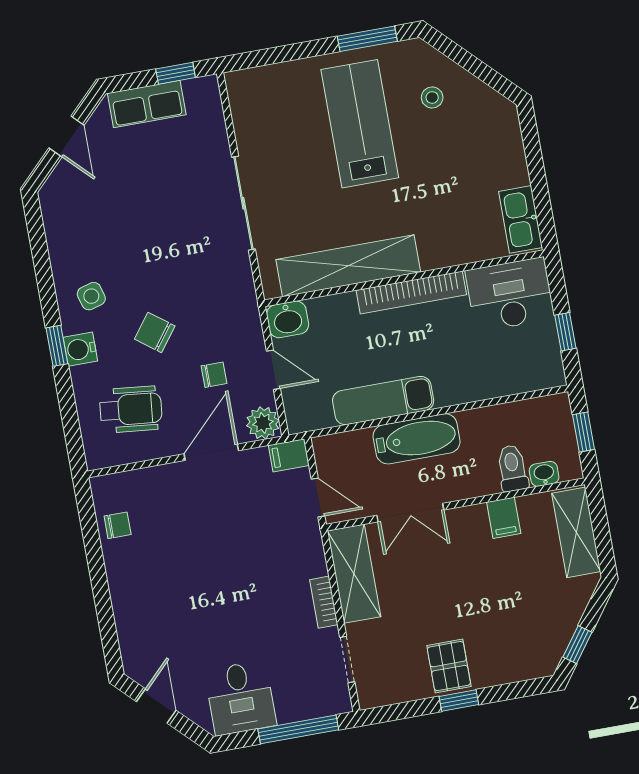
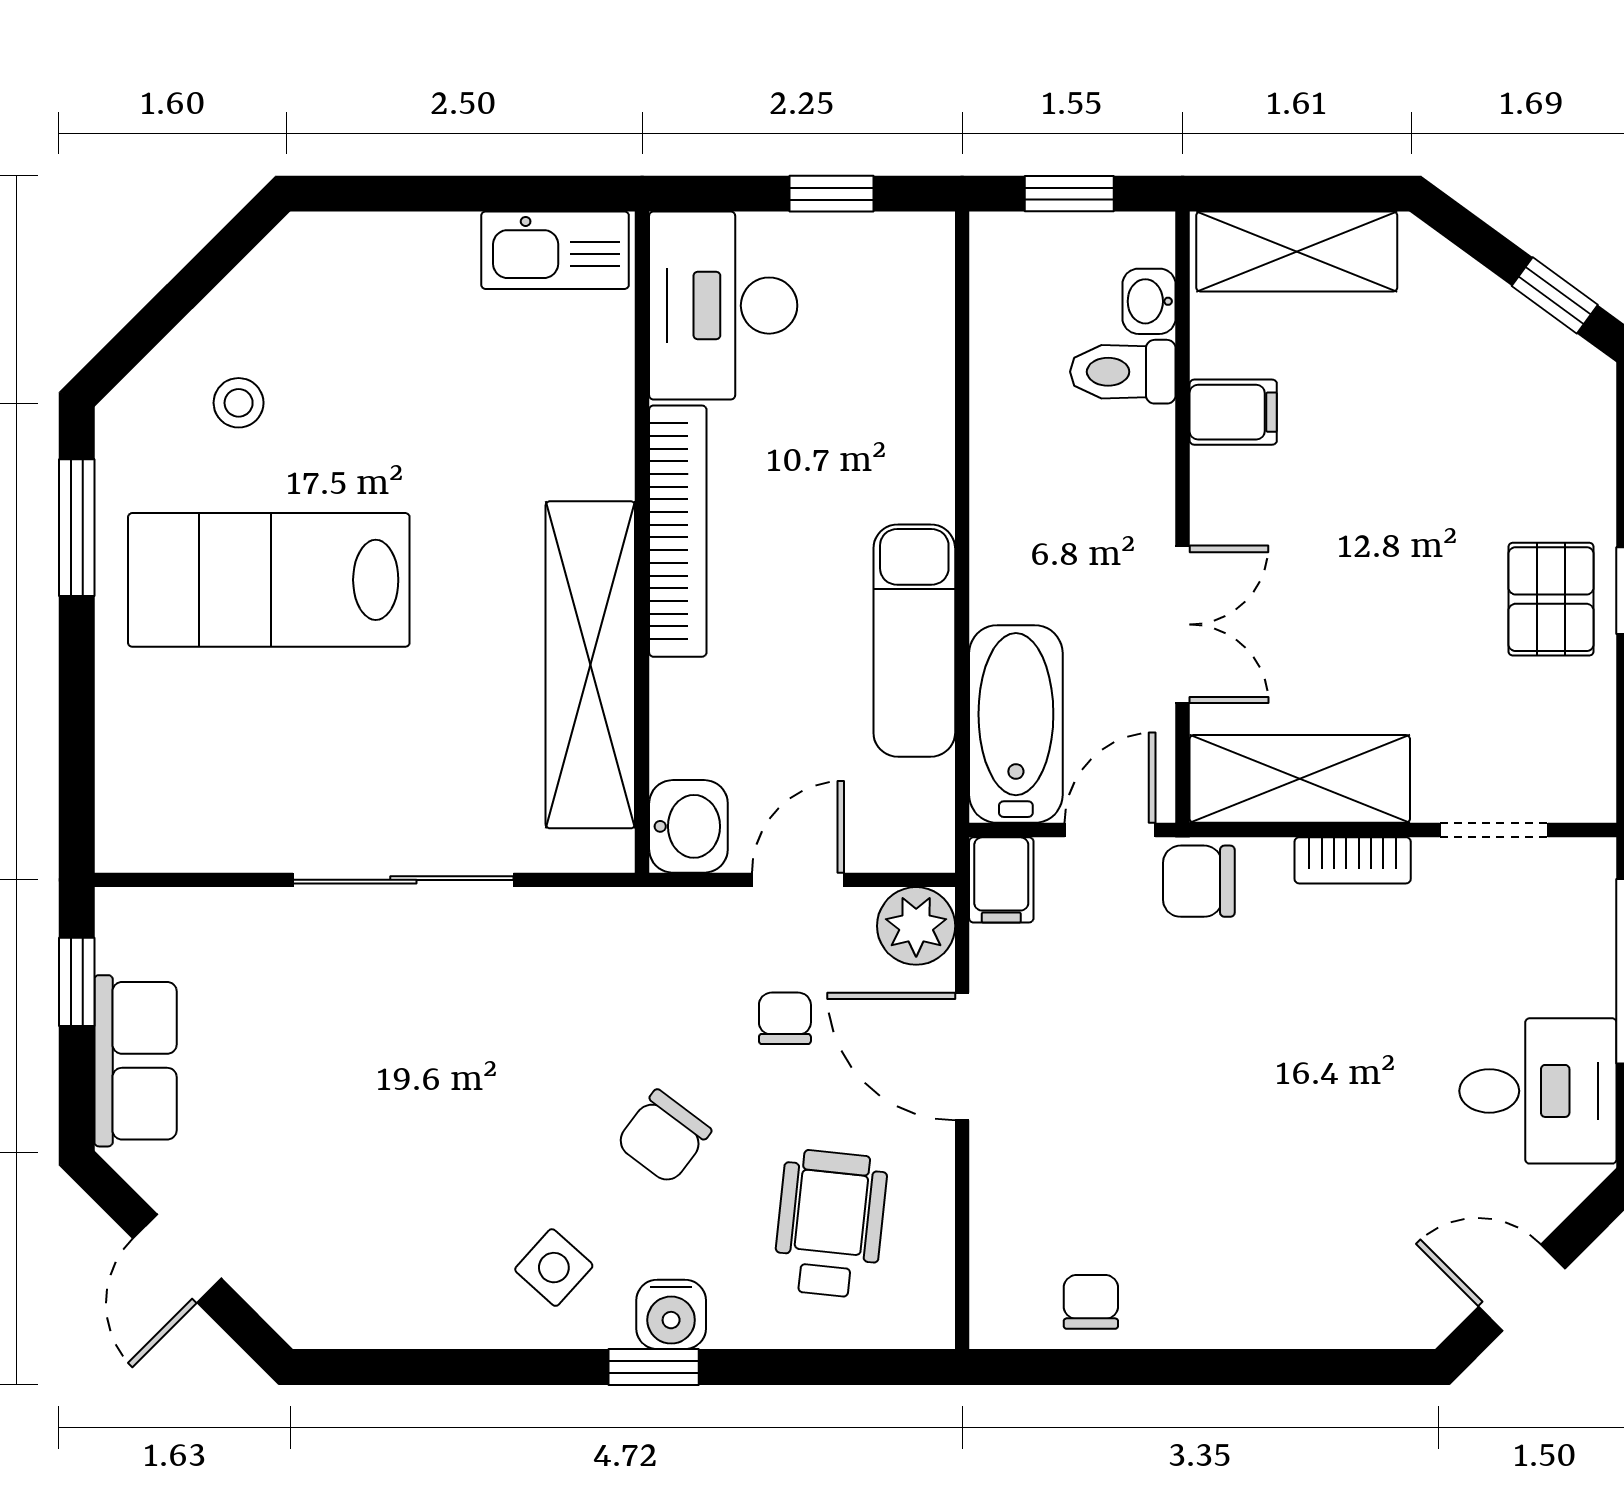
door: (67, 136) -> (177, 1258), swing flipped
side table: (91, 296) -> (554, 1268), turned -32
bathtub: (417, 439) -> (1016, 724), moved
chair: (303, 539) -> (1199, 881), added
pallet: (449, 666) -> (1551, 599), turned 90

